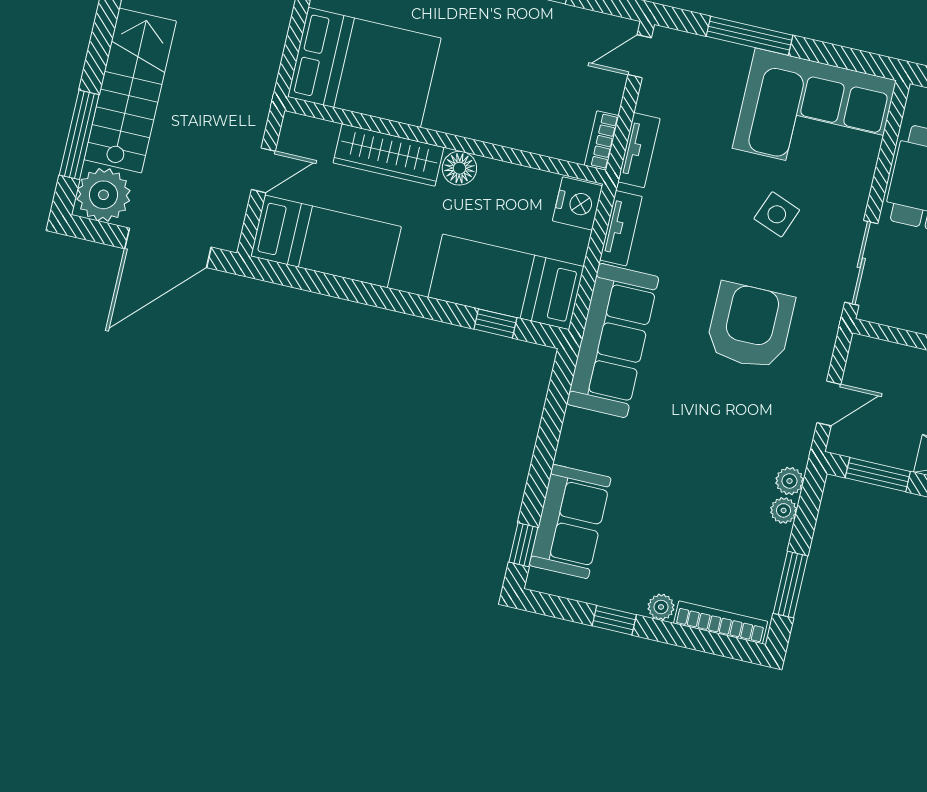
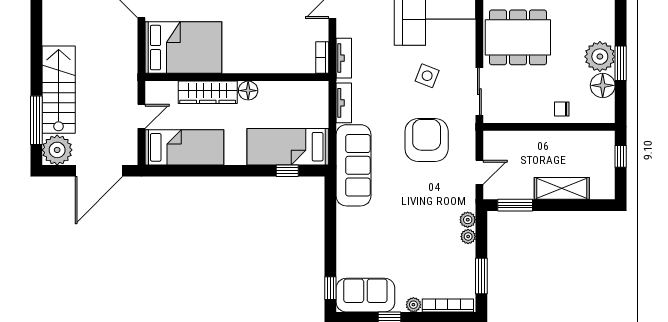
nightstand: (578, 203) -> (317, 95), removed
sofa: (570, 521) -> (365, 295), moved, turned -90

